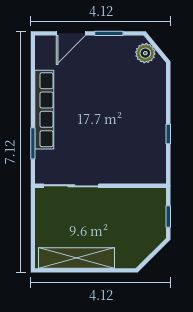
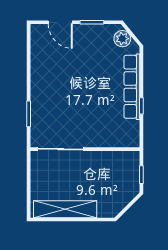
door: (71, 33) -> (60, 22), hinge flipped
row of seats: (44, 110) -> (132, 87), moved, turned 180

